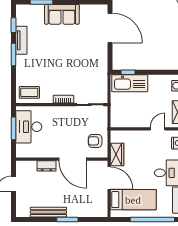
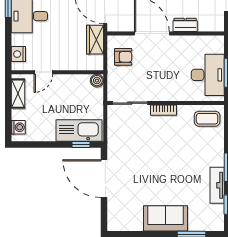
door: (110, 28) -> (104, 179), moved
boiler: (116, 122) -> (97, 81), added

